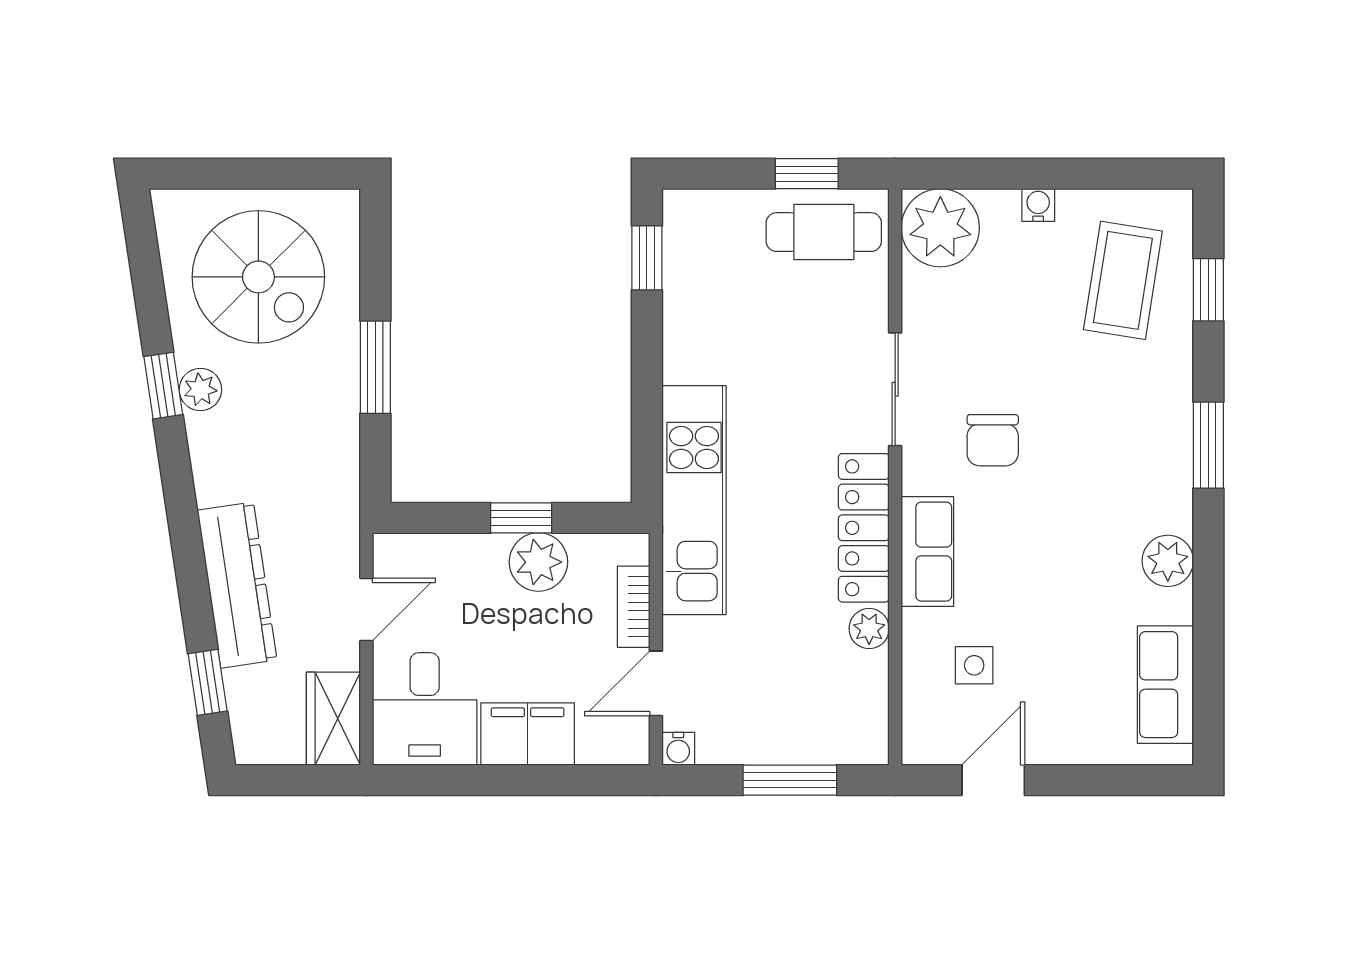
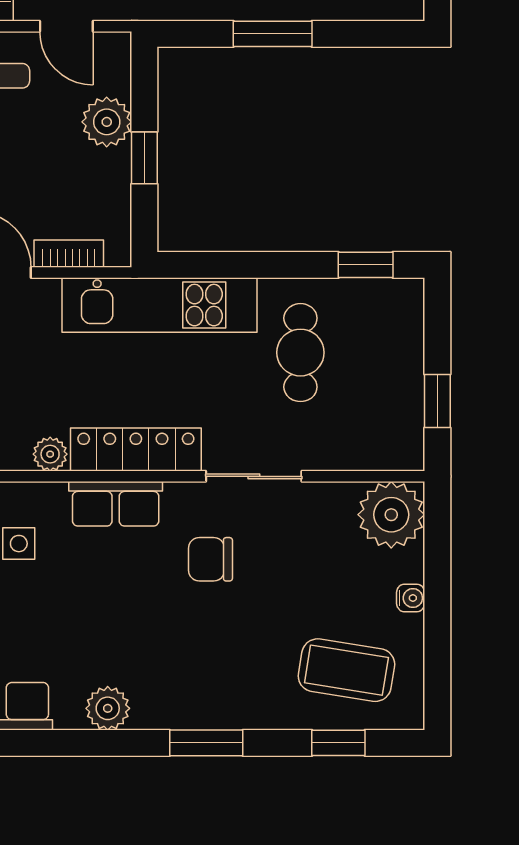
cafe table: (824, 232) -> (300, 353), moved
plant: (538, 562) -> (107, 122), moved

